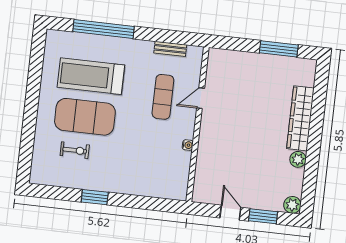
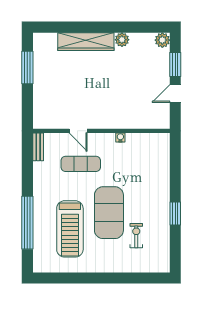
bench: (170, 49) -> (38, 147), moved
exercise mat: (85, 117) -> (109, 213), moved

